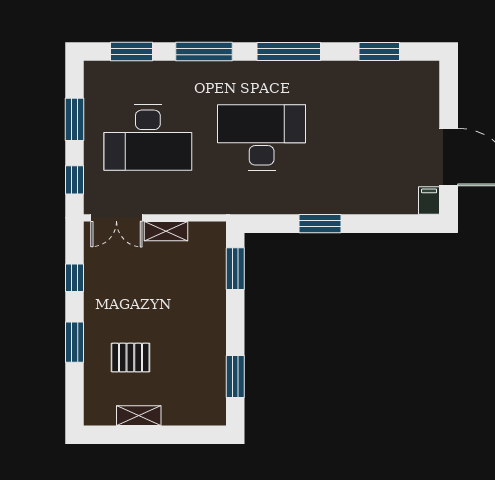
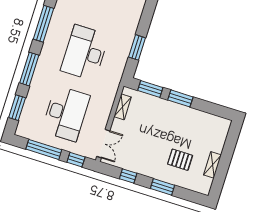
window: (75, 119) -> (44, 149), width x1.44
window: (320, 224) -> (137, 47), moved
shelving: (166, 231) -> (123, 107), moved
pallet: (130, 358) -> (180, 160), turned 90
window: (235, 377) -> (180, 98), moved

